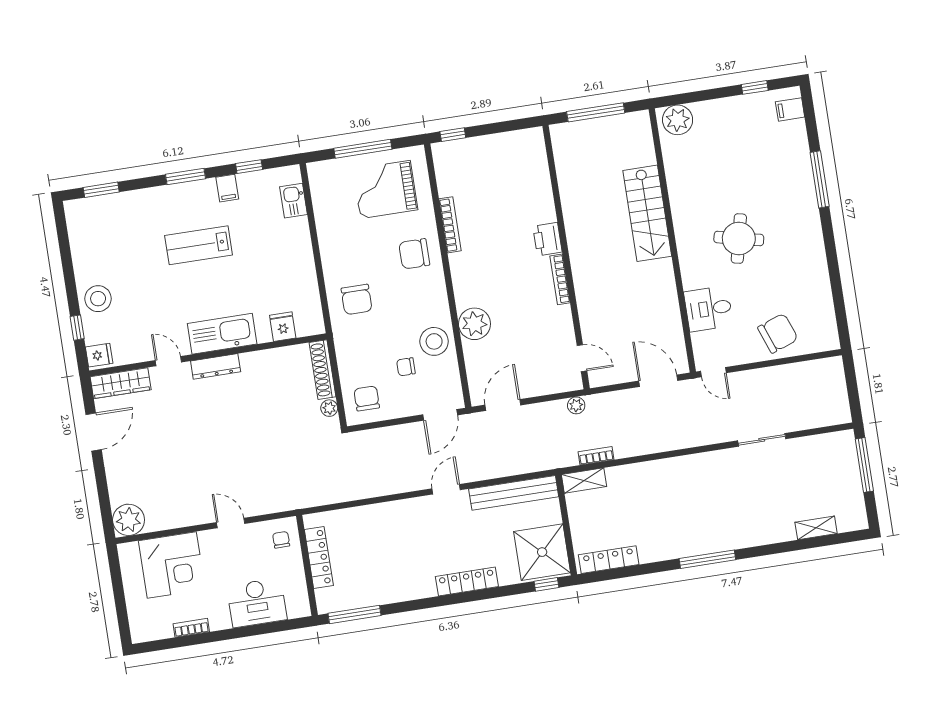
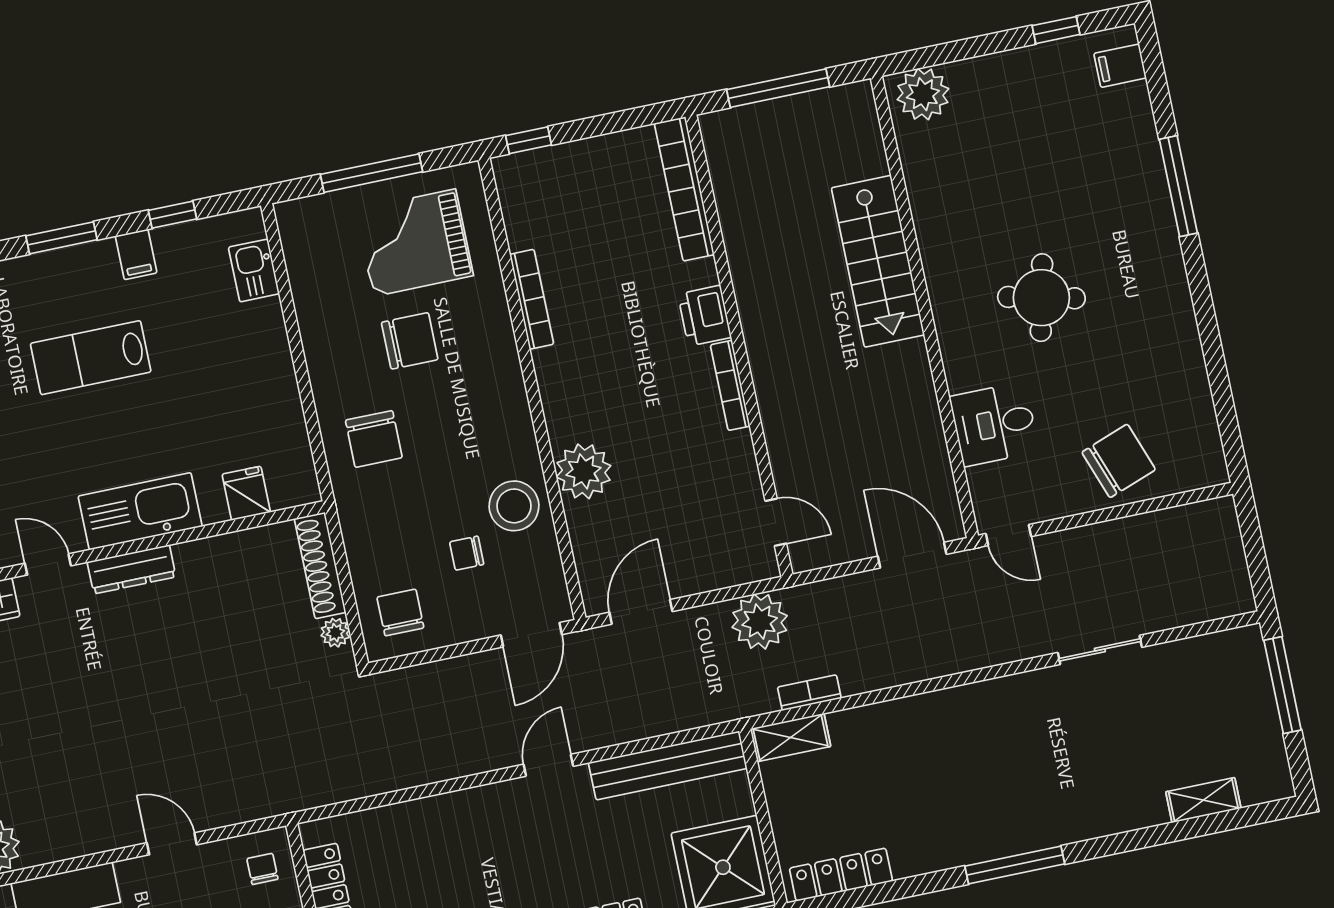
bookcase: (540, 167) -> (684, 189), added
chair: (414, 254) -> (410, 341), moved, turned 180
plant: (576, 405) -> (760, 622), width x1.88, depth x1.88

